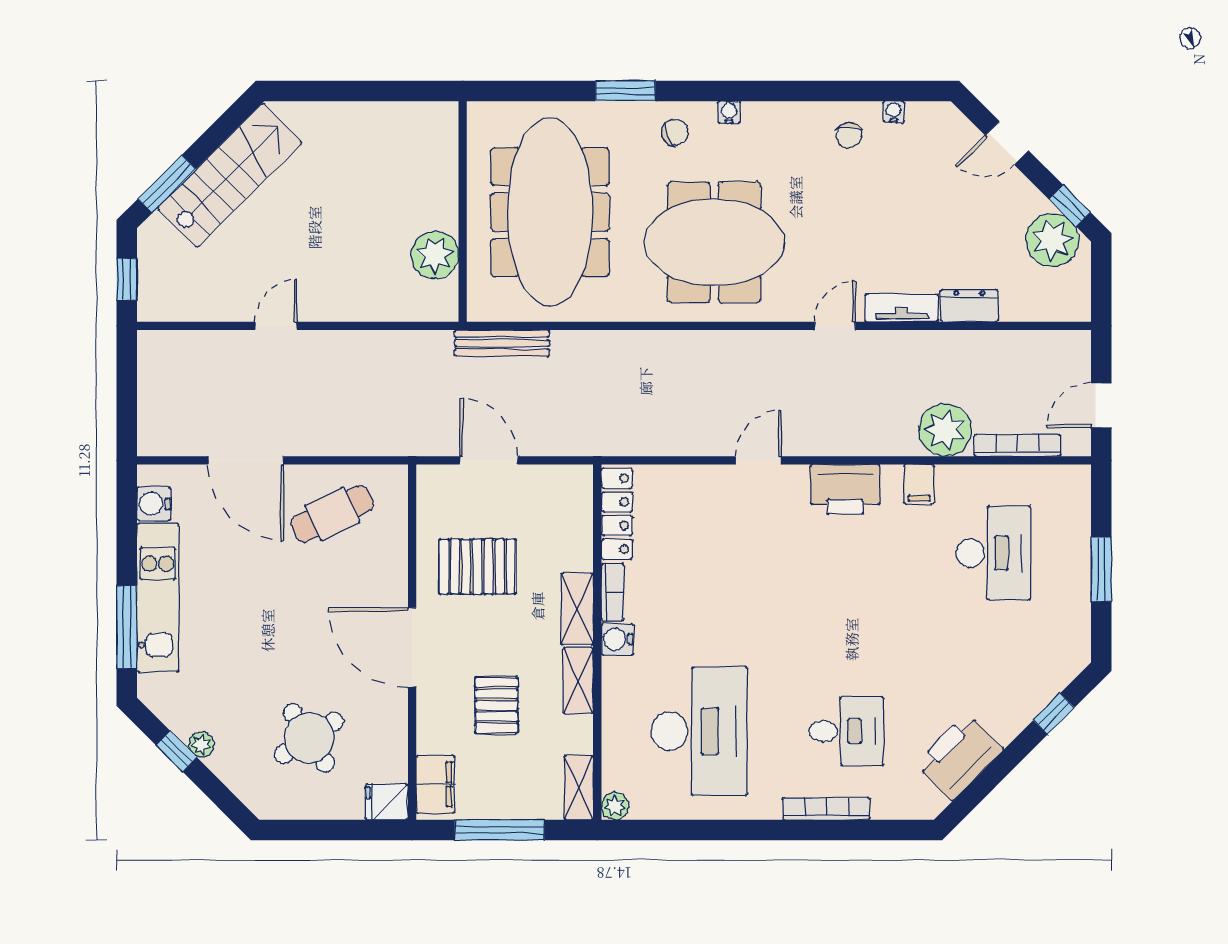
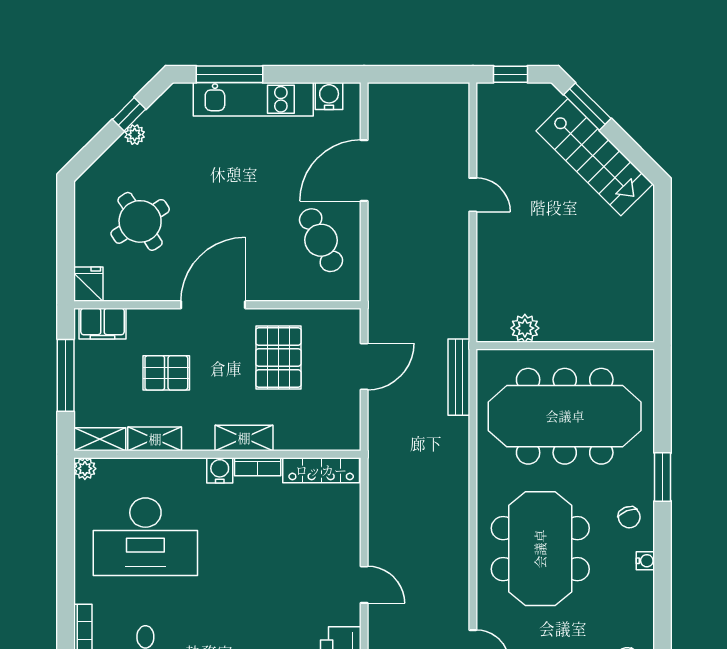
plant: (435, 255) -> (525, 328), width x0.73, depth x0.73
shelving: (578, 681) -> (155, 439), moved

